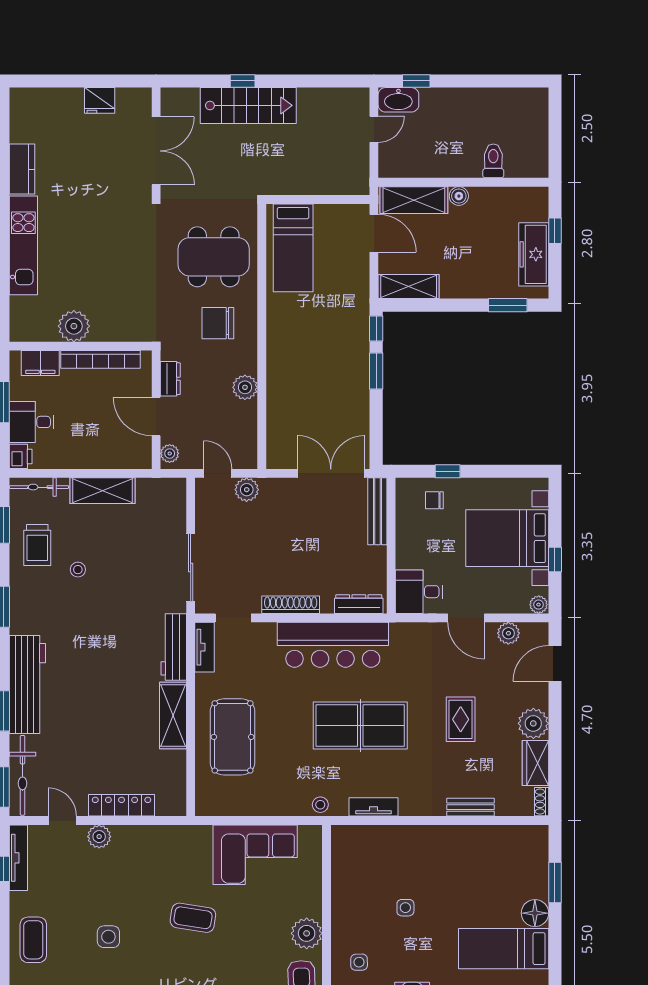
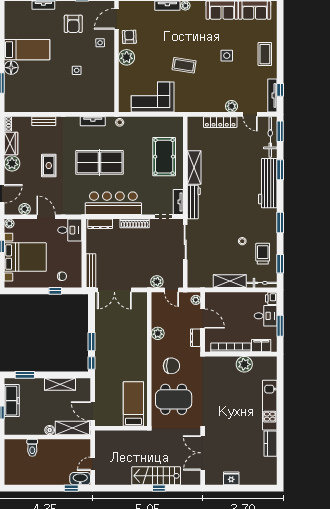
shelving: (409, 287) -> (60, 384), moved

